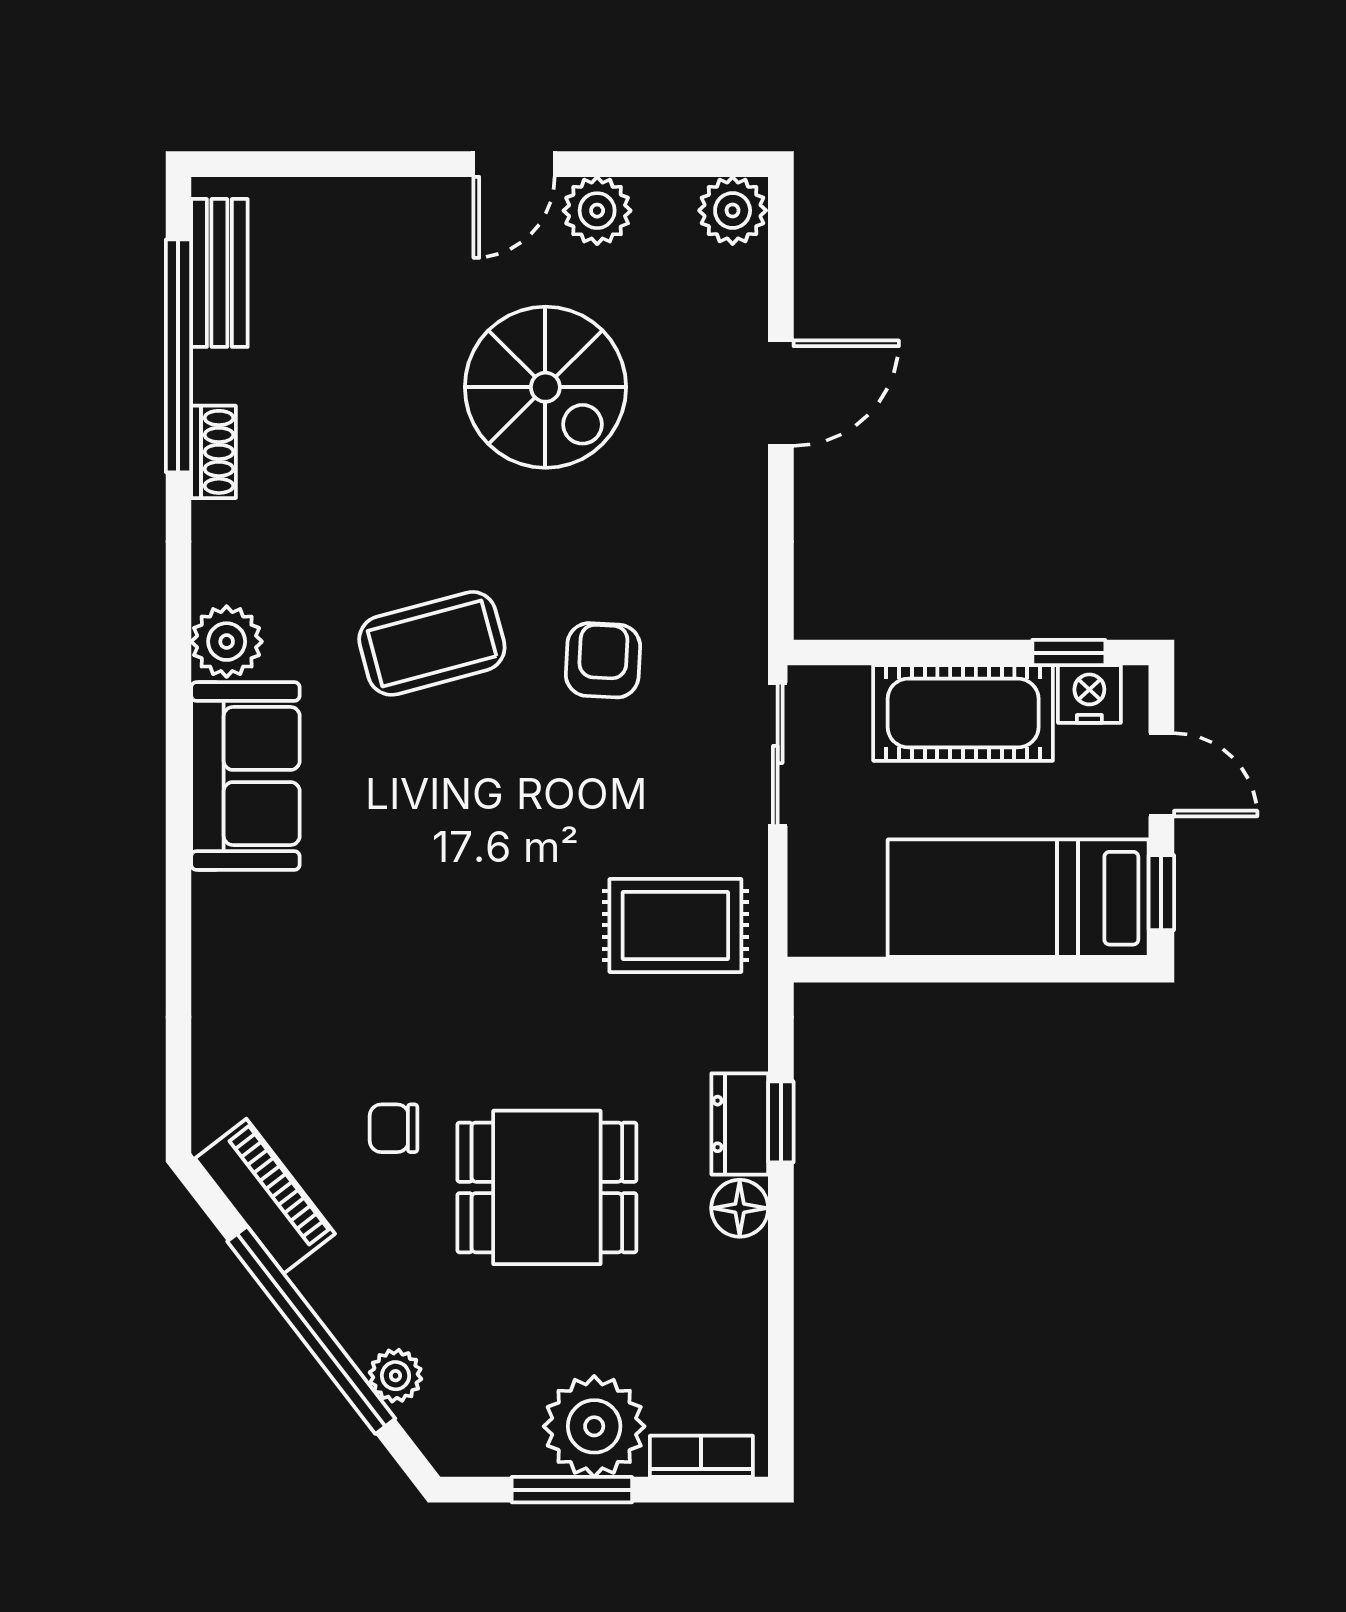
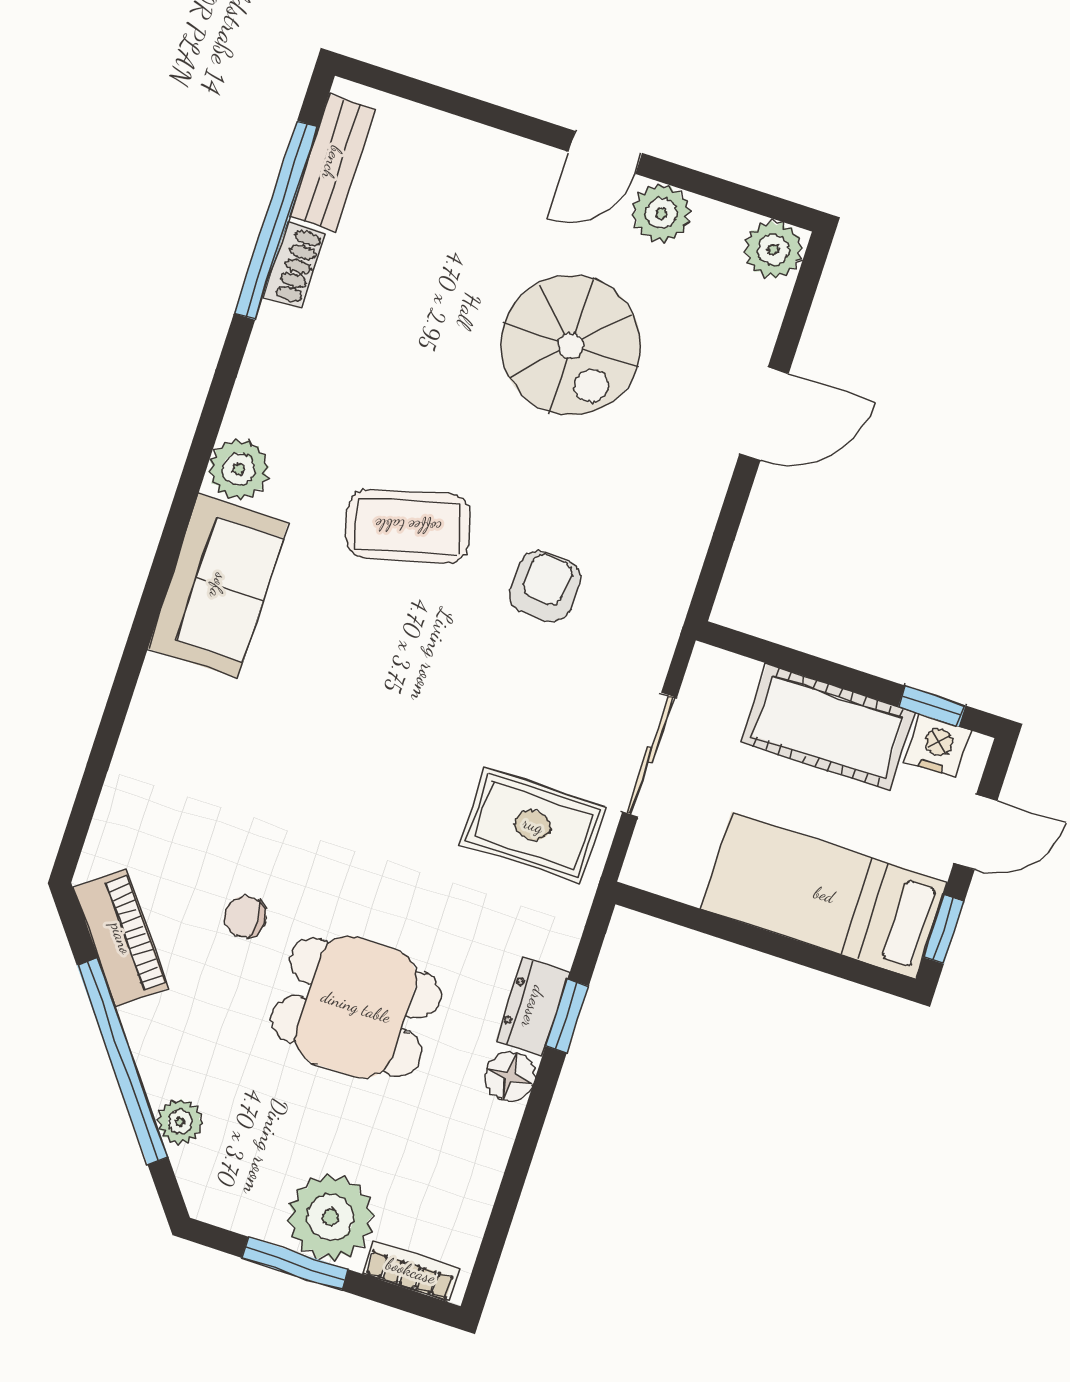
shoe rack: (214, 452) -> (294, 265), moved
sliding door: (778, 754) -> (650, 755), moved
door: (1161, 775) -> (975, 832), hinge flipped

